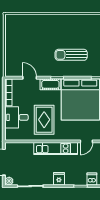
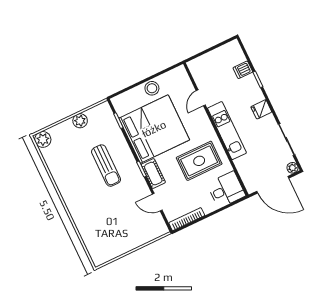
door: (30, 78) -> (157, 202), hinge flipped
desk: (16, 117) -> (226, 190), moved, turned -90
door: (86, 141) -> (201, 98), swing flipped

